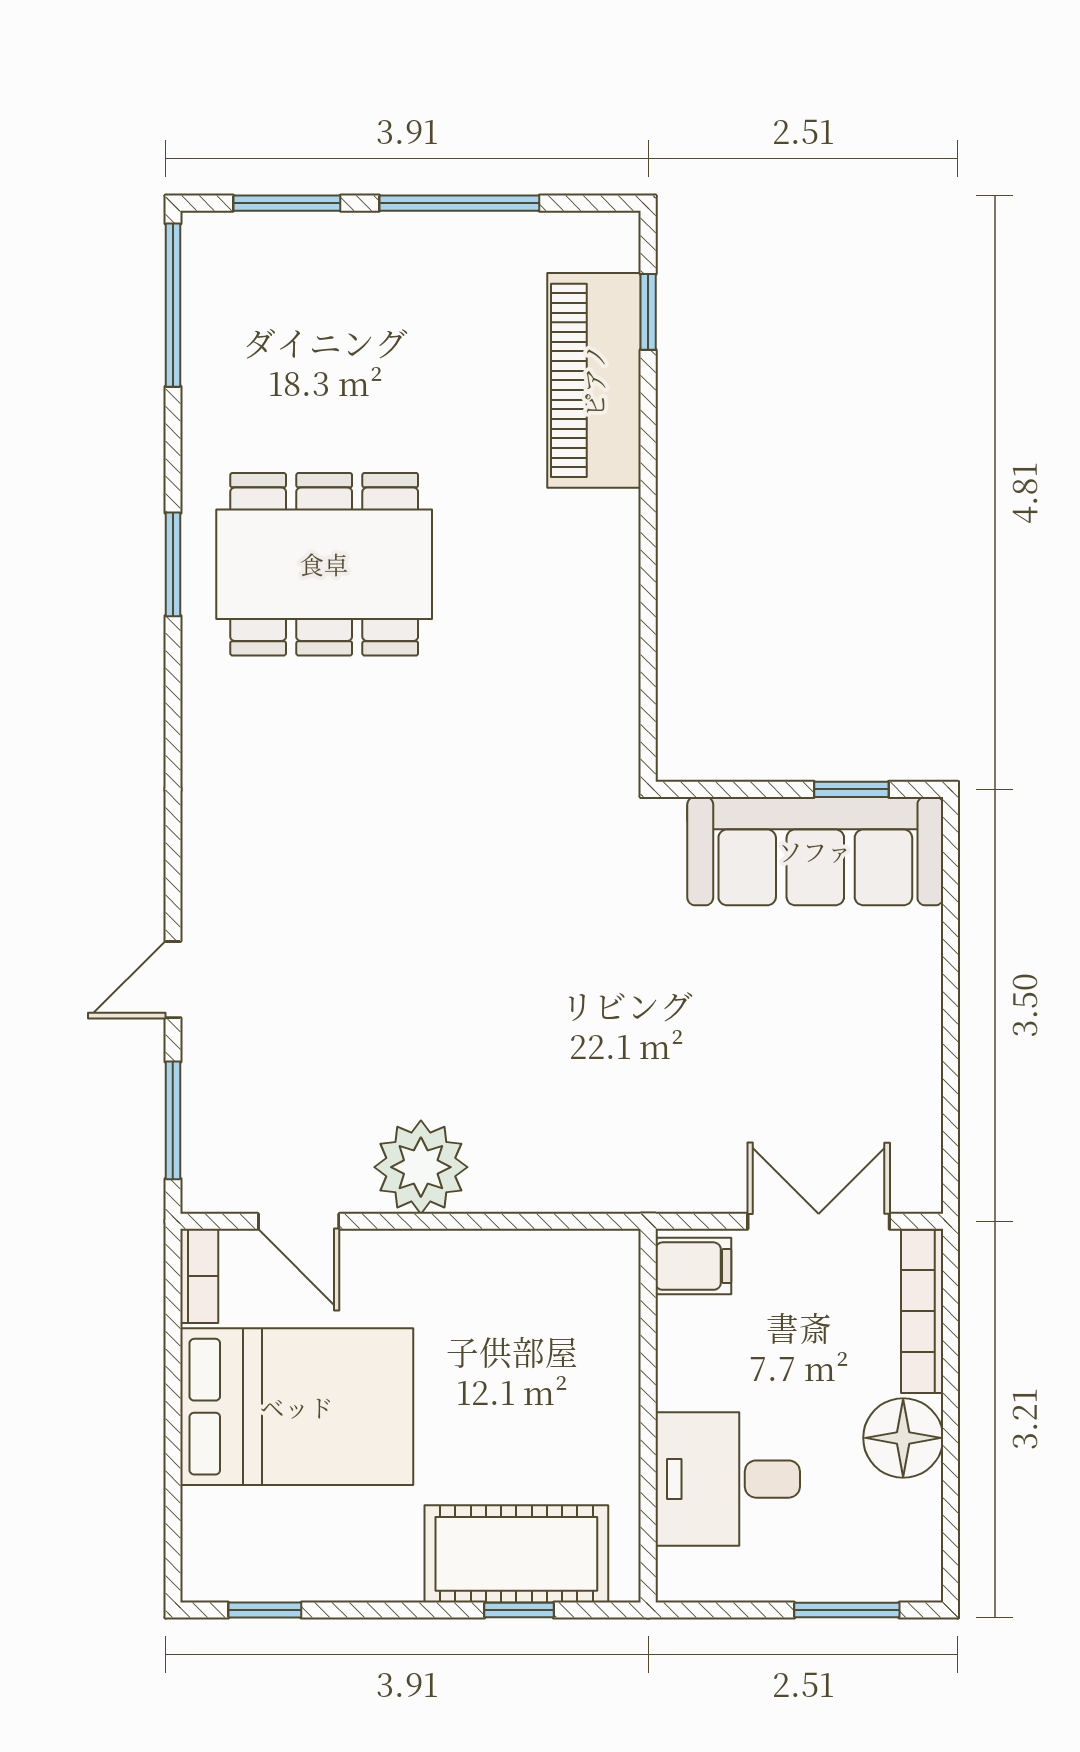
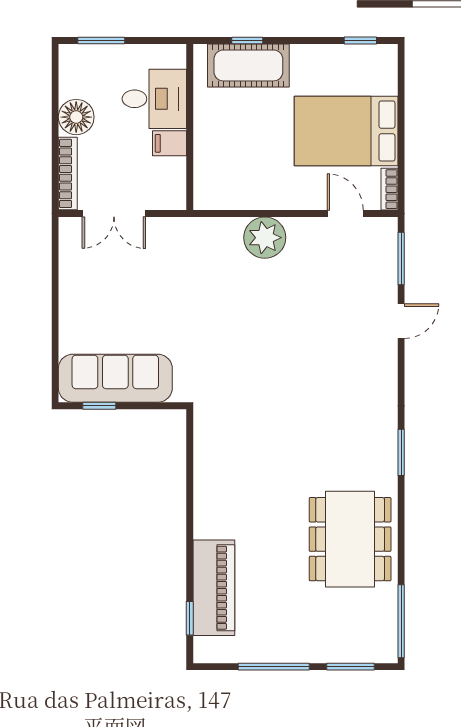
window: (173, 564) -> (401, 452), moved
dining table: (324, 564) -> (350, 539), moved, turned 90
plant: (421, 1167) -> (265, 238), moved
filing cabinet: (693, 1266) -> (170, 143), moved

